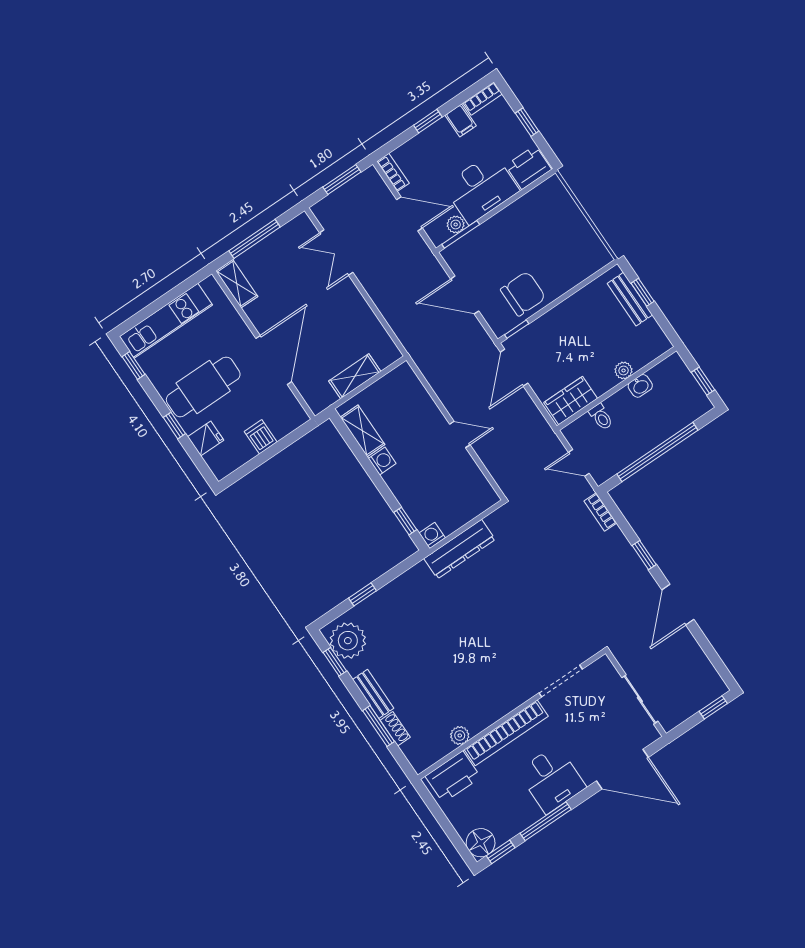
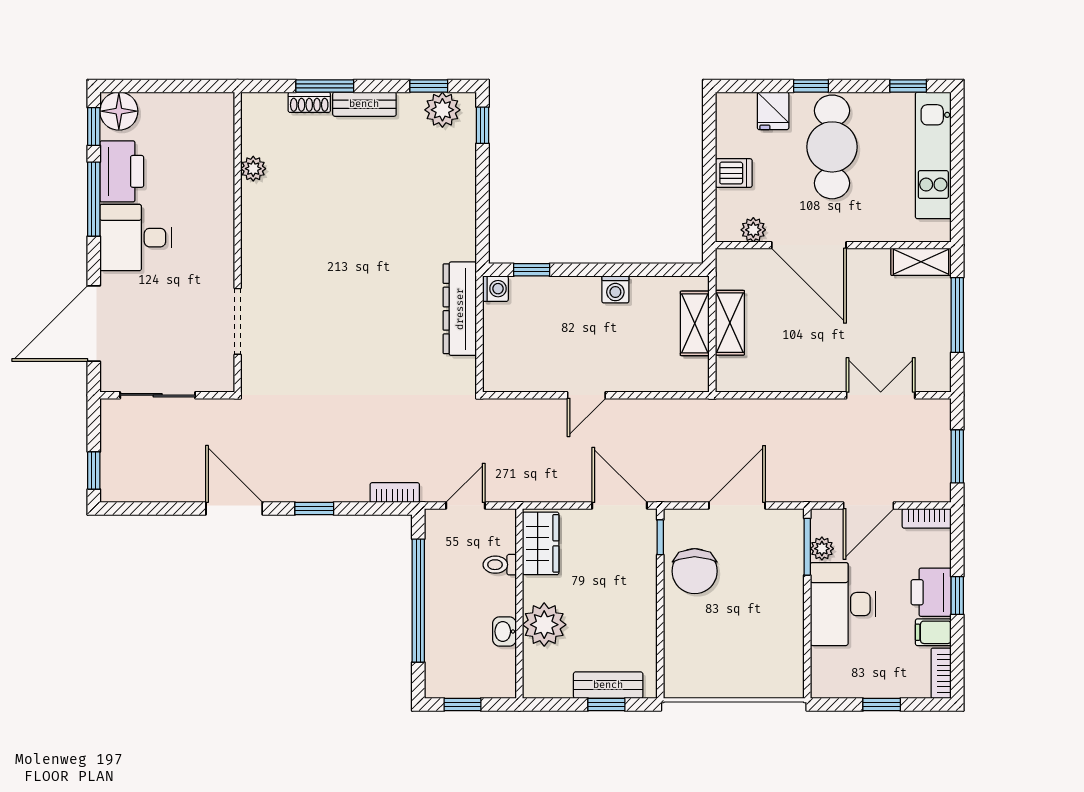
printer: (529, 167) -> (931, 592), moved, turned 180
plant: (624, 370) -> (544, 625), width x1.88, depth x1.88
plant: (287, 401) -> (753, 230), added
shelving: (363, 431) -> (695, 323), moved, turned 90
window: (362, 594) -> (483, 125), moved
plant: (348, 641) -> (442, 110), width x0.73, depth x0.73
bookcase: (506, 733) -> (221, 222), removed
printer: (453, 777) -> (122, 171), moved, turned 180

